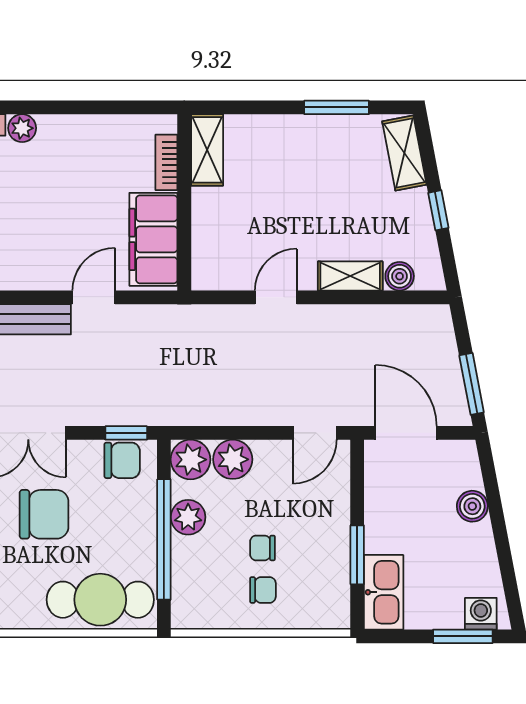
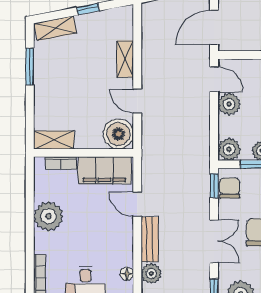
plant: (22, 128) -> (48, 216), moved, width x1.88, depth x1.88
boiler: (400, 276) -> (118, 134), moved, width x1.86, depth x1.86
plant: (233, 459) -> (229, 104), moved

